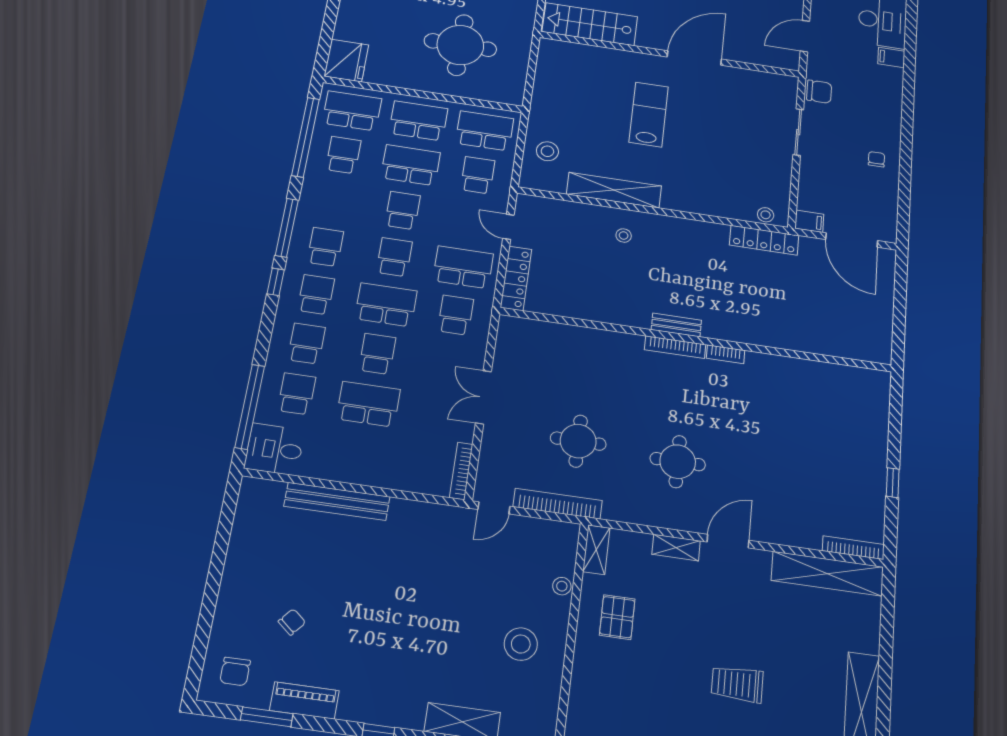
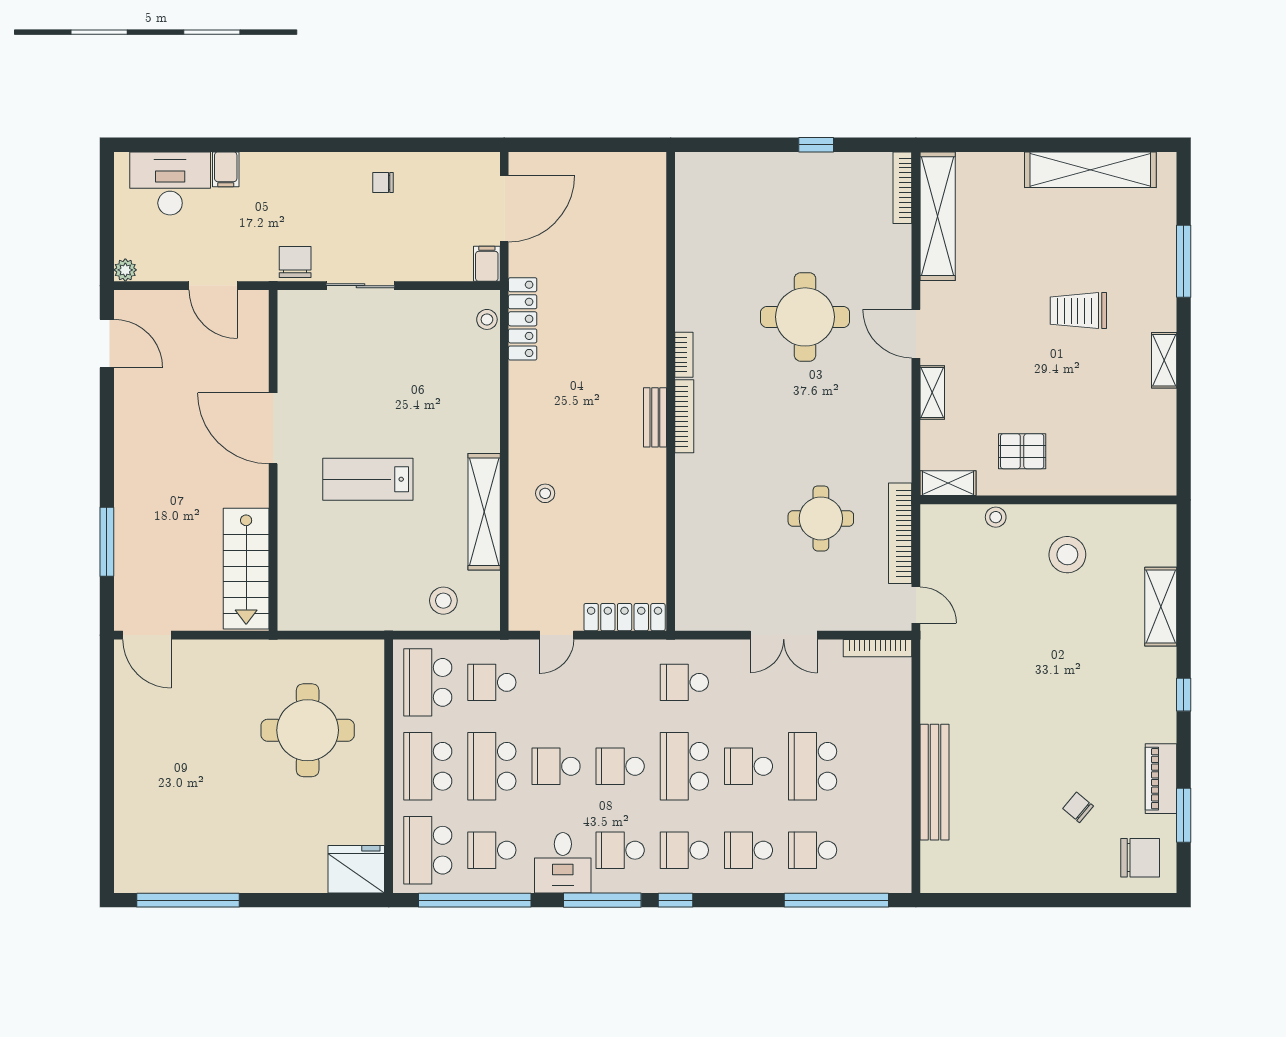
school desk: (463, 267) -> (620, 682), removed
desk: (274, 449) -> (563, 863), moved
round table: (678, 462) -> (805, 317), moved, width x1.36, depth x1.36
chair: (235, 671) -> (1140, 858), width x1.37, depth x1.37
trolley: (737, 684) -> (1078, 311), turned 90

